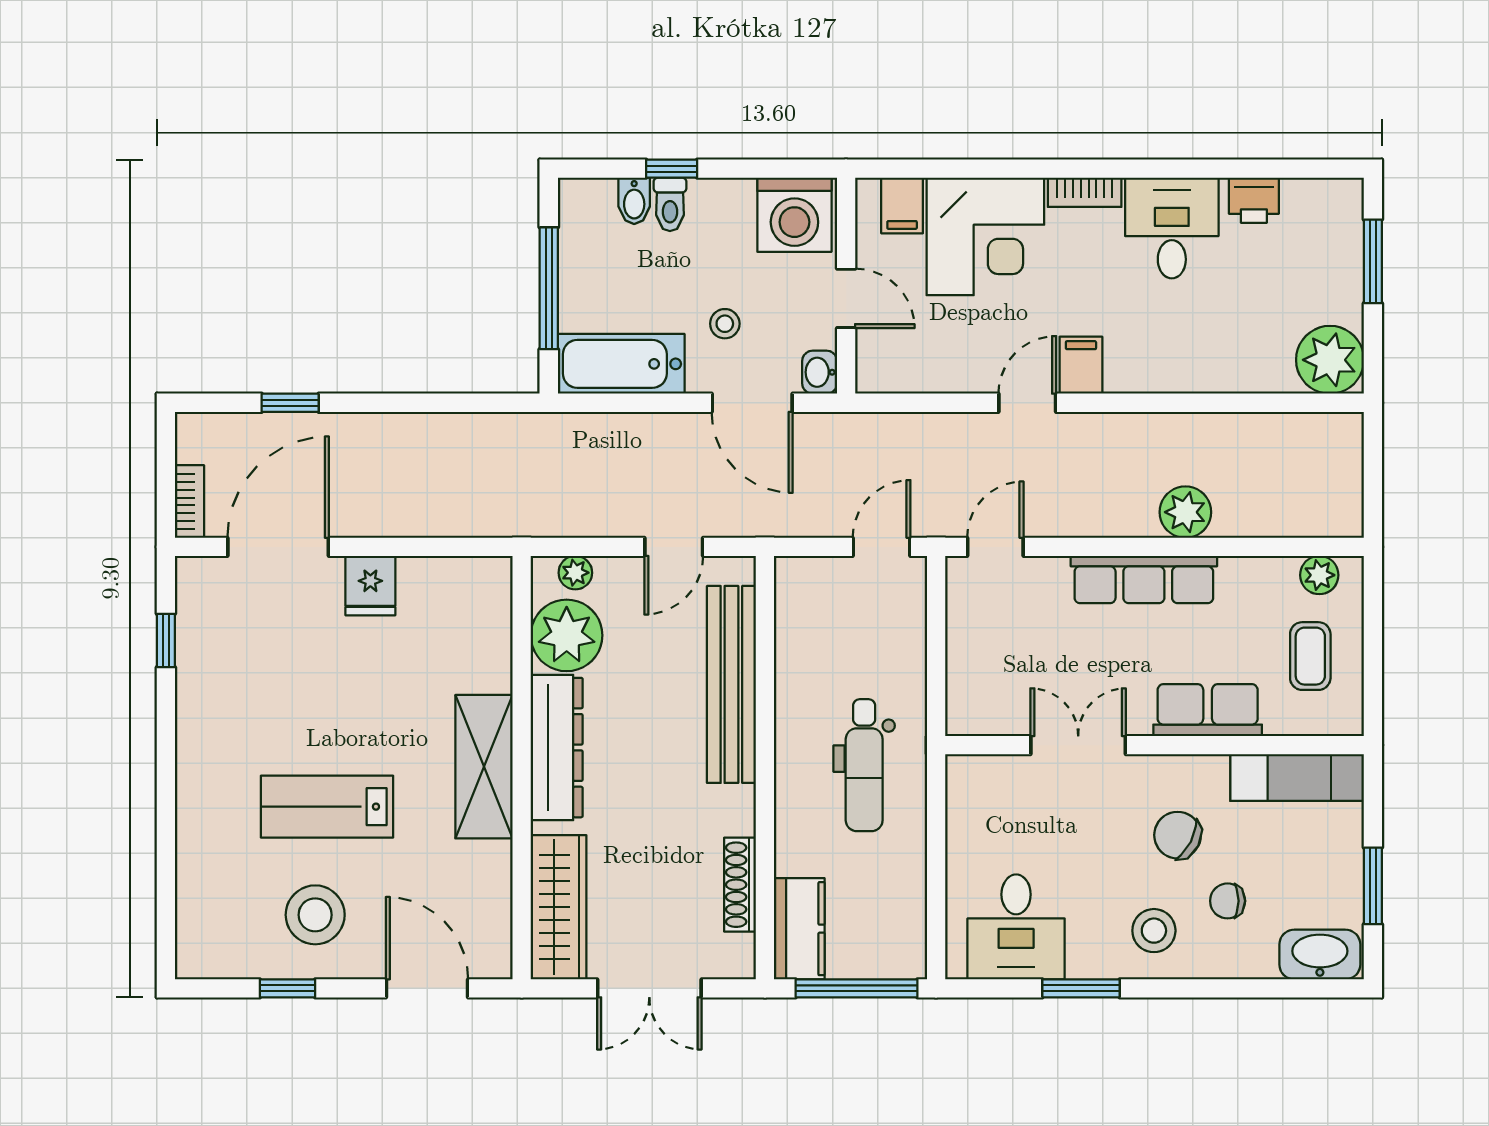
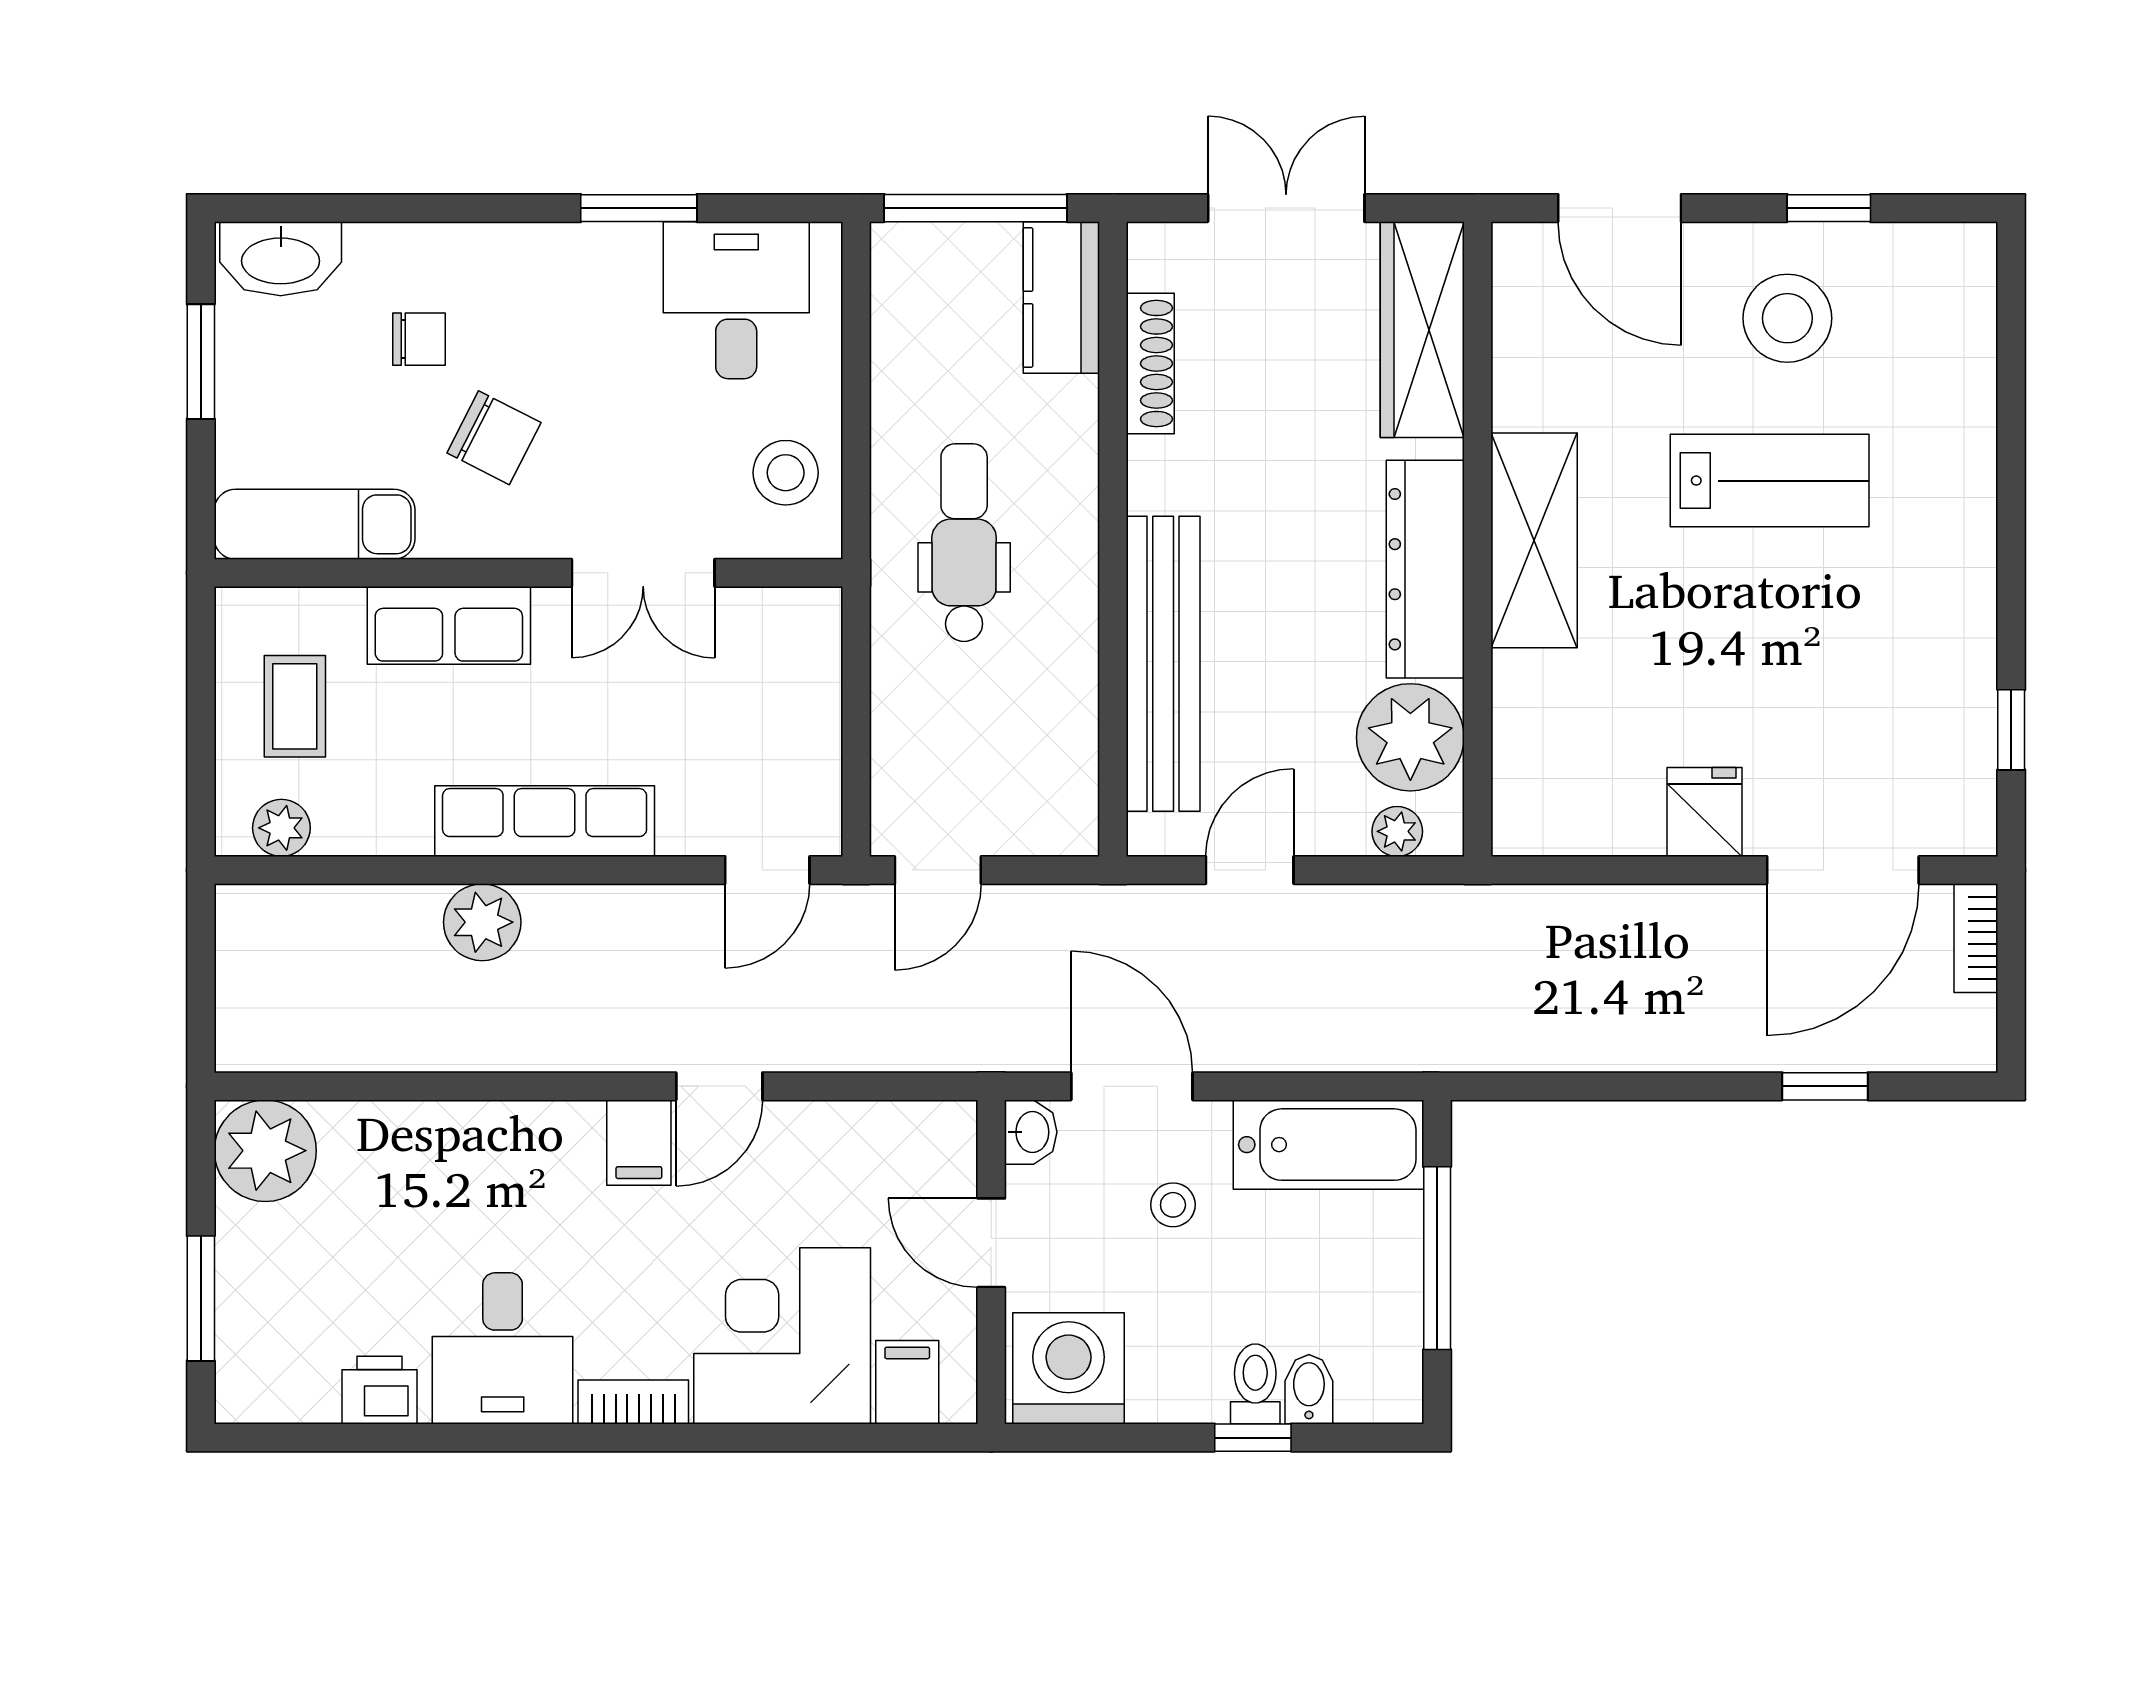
stool: (1154, 931) -> (786, 473), moved

